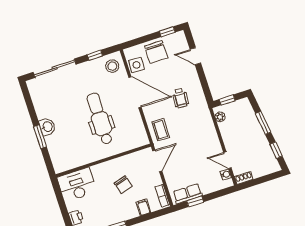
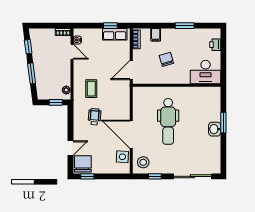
chair: (156, 52) -> (83, 164), moved
door: (195, 56) -> (70, 148), hinge flipped
coffee table: (161, 130) -> (91, 89), moved

